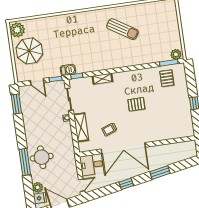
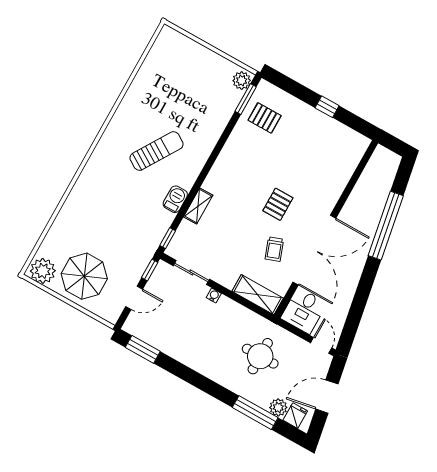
sun lounger: (122, 29) -> (156, 151), moved
barbecue: (68, 70) -> (175, 199), moved
pallet: (136, 104) -> (278, 204), moved
shelving: (81, 127) -> (258, 295), moved
round table: (42, 157) -> (260, 356), moved
window: (25, 162) -> (255, 413), moved
window: (160, 172) -> (386, 226), width x2.11
window: (126, 184) -> (366, 283), removed

